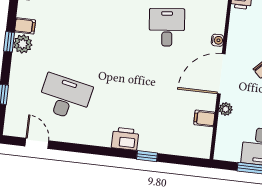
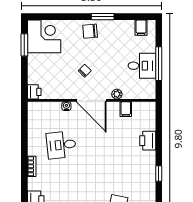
printer: (125, 139) -> (148, 141), moved
window: (147, 156) -> (159, 174), moved

